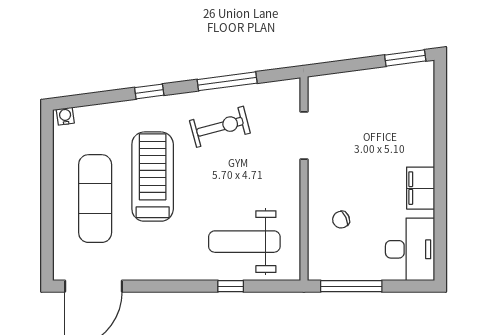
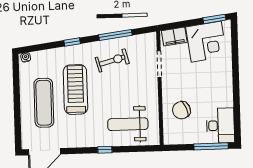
corner desk: (389, 98) -> (206, 42), added
filing cabinet: (421, 188) -> (174, 37), moved, turned -97
chair: (341, 220) -> (181, 110), width x1.87, depth x1.87
window: (231, 286) -> (105, 150), moved
window: (351, 286) -> (211, 146), moved

